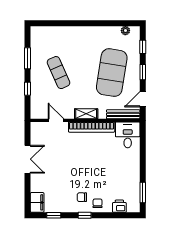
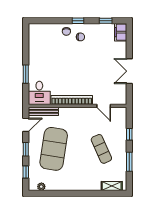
shelving: (86, 114) -> (112, 186), moved
window: (143, 192) -> (26, 74), moved
printer: (119, 206) -> (47, 29), removed

